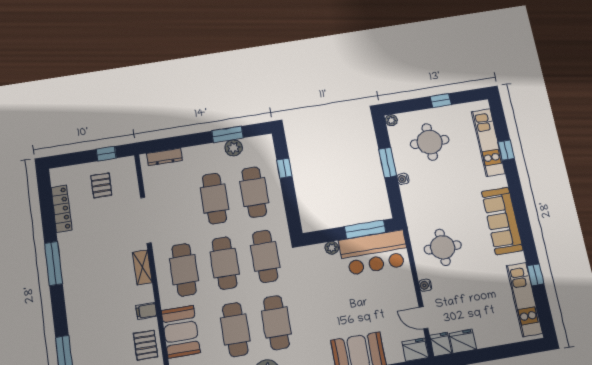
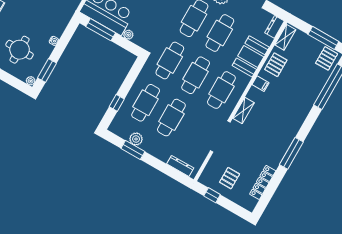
window: (388, 163) -> (47, 71), moved

